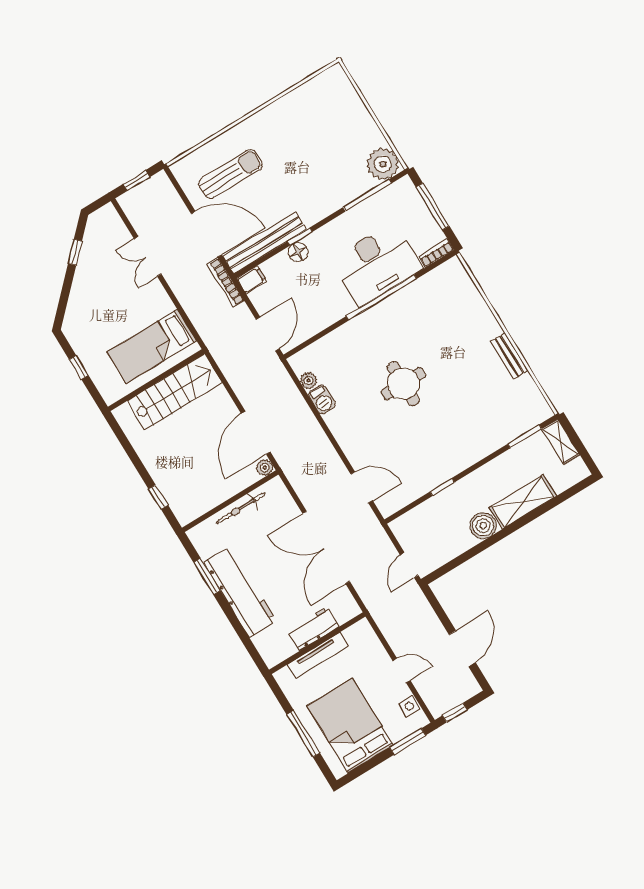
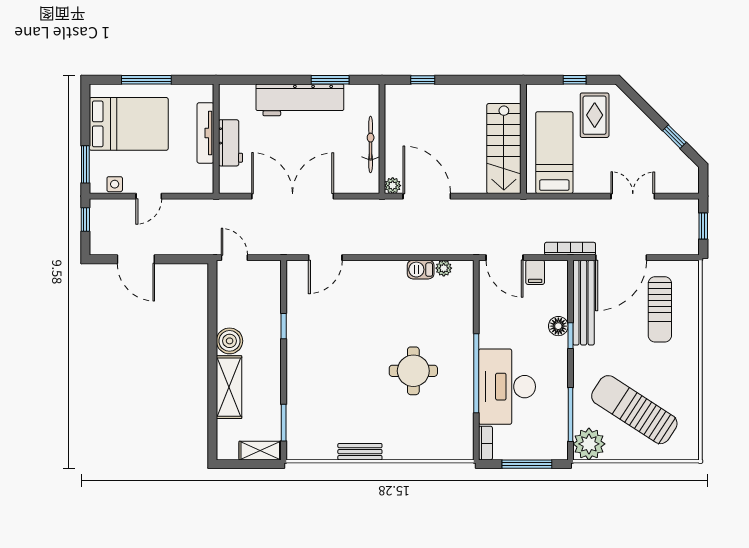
sun lounger: (330, 143) -> (634, 410), added
filing cabinet: (252, 280) -> (535, 272), moved
rug: (99, 332) -> (595, 115), added
round table: (403, 384) -> (413, 371), moved

